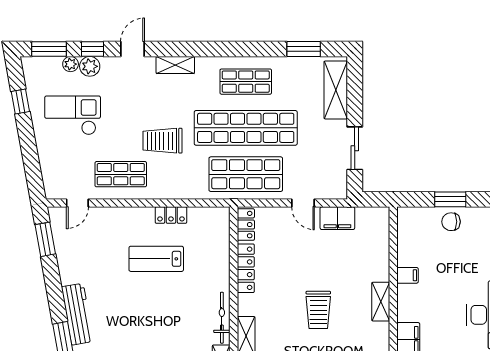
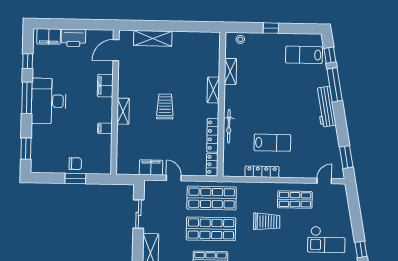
shop shelf: (246, 128) -> (211, 229), width x0.71
locker: (171, 215) -> (262, 172), width x1.53
bicycle: (222, 318) -> (229, 126), moved

